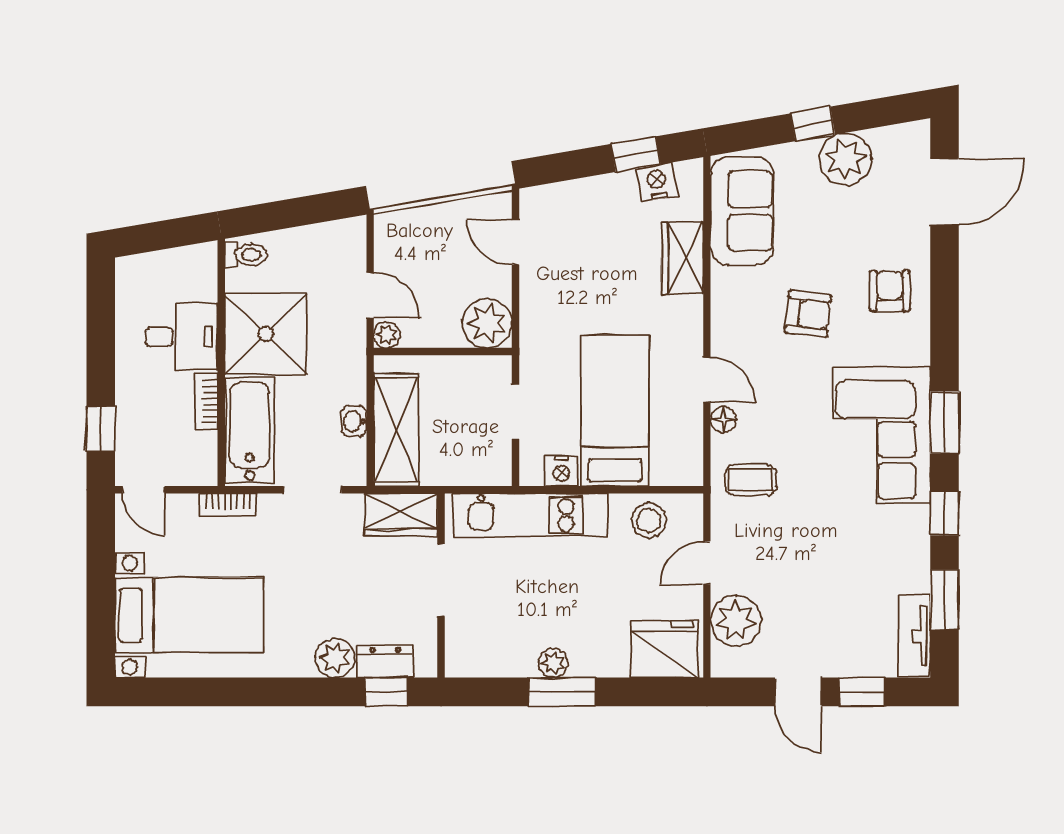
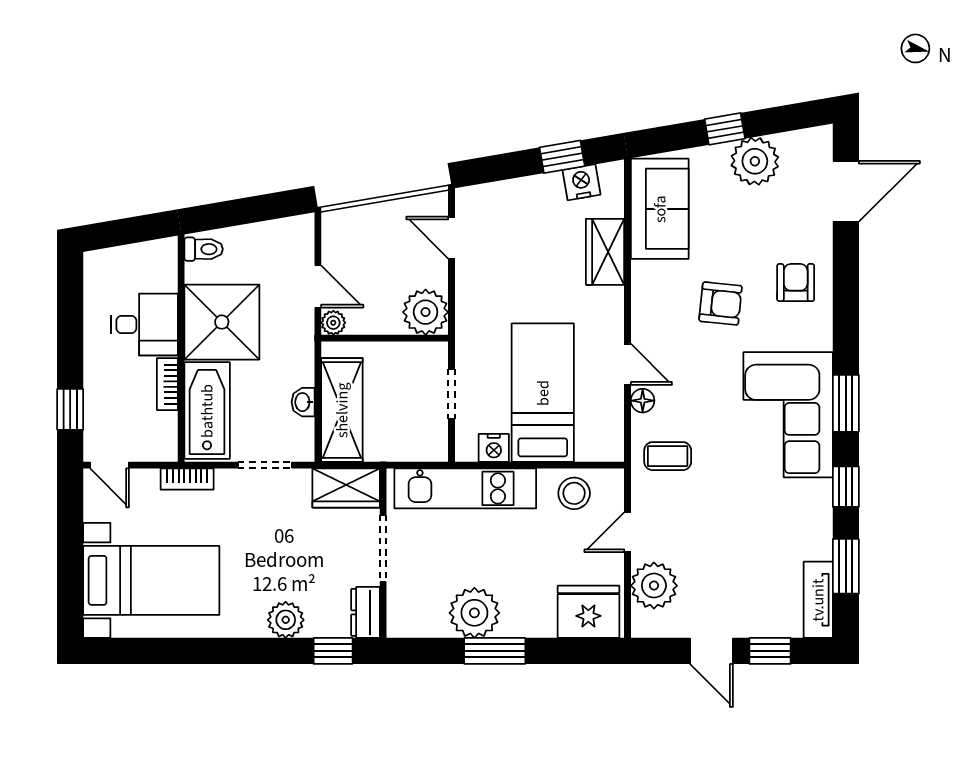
dresser: (385, 662) -> (365, 612), moved, turned -90
plant: (553, 663) -> (474, 613), width x1.87, depth x1.87

